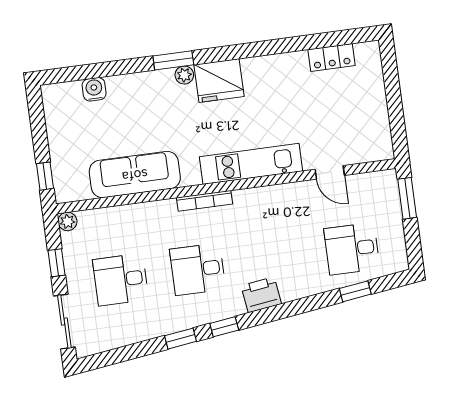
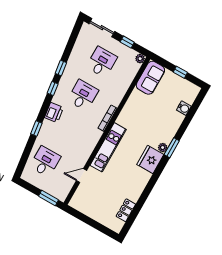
sofa: (135, 175) -> (150, 78), moved, width x0.73
window: (45, 176) -> (180, 72), moved
window: (355, 291) -> (36, 128), moved

